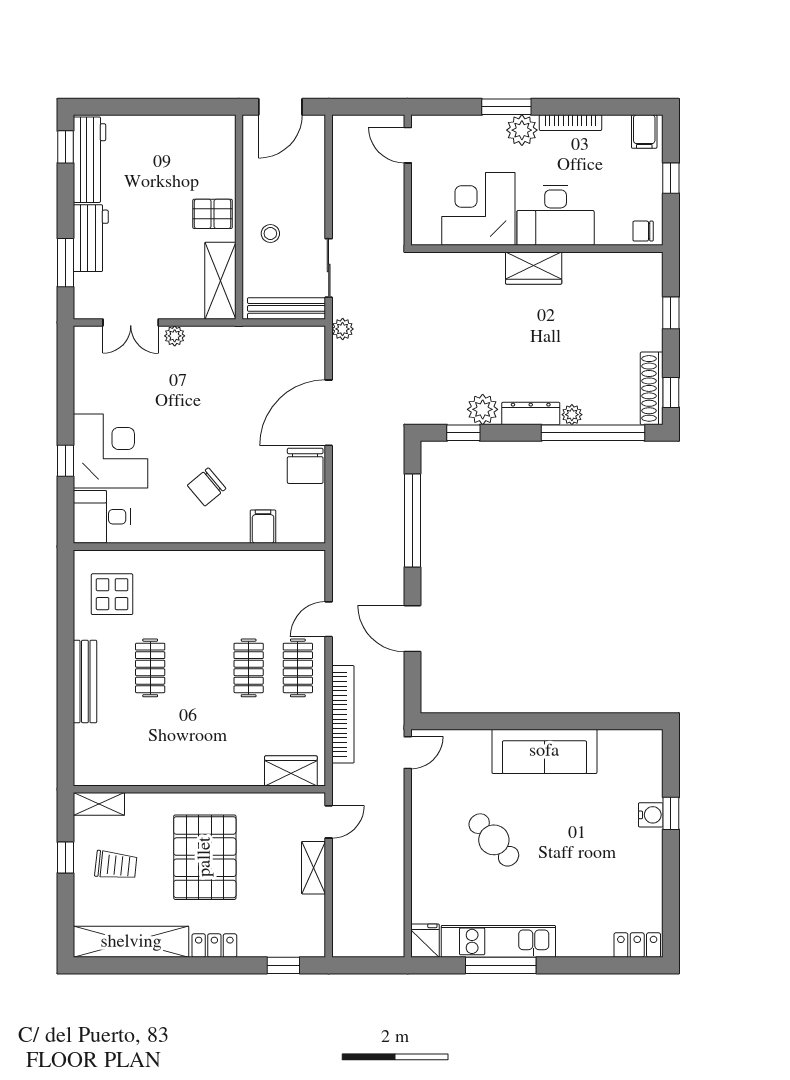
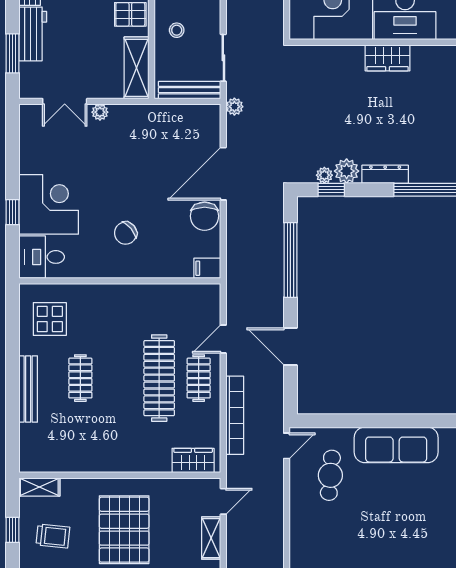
plant: (572, 415) -> (324, 175), moved
filing cabinet: (263, 527) -> (207, 268), moved, turned -90
clothes rail: (249, 668) -> (159, 378), width x1.86, depth x1.31
cafe table: (494, 840) -> (330, 475), moved, turned 47

